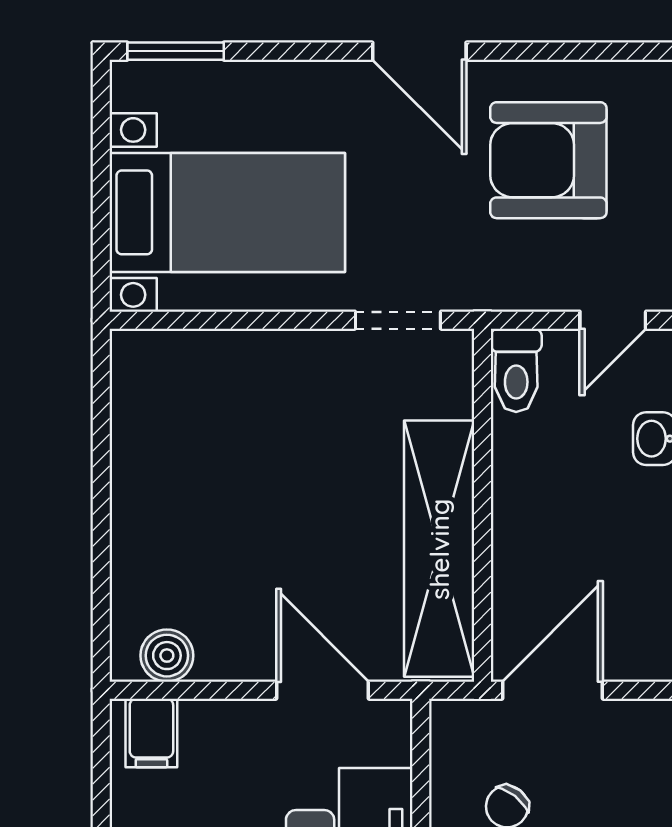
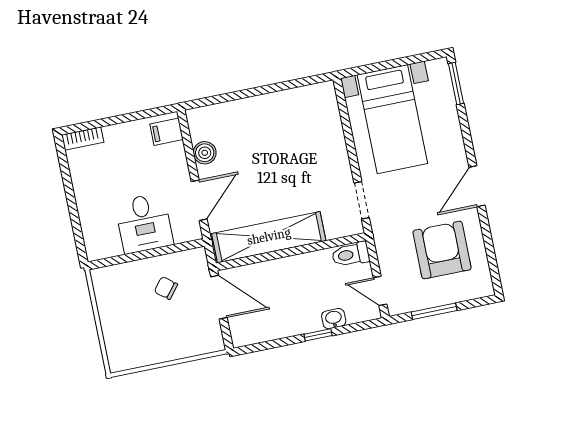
boiler: (167, 656) -> (205, 153), moved

